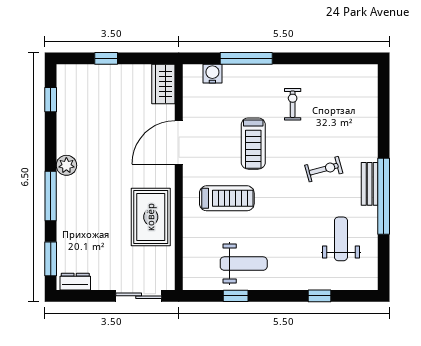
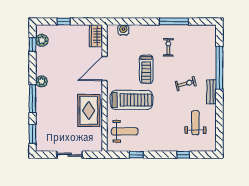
window: (246, 58) -> (174, 21), moved
plant: (67, 92) -> (42, 40), added
window: (384, 196) -> (219, 68), moved
treadmill: (227, 198) -> (131, 100), width x1.37, depth x1.38
weight bench: (244, 264) -> (125, 131), moved
dresser: (75, 282) -> (46, 147), removed
sliding door: (139, 296) -> (70, 155), moved

